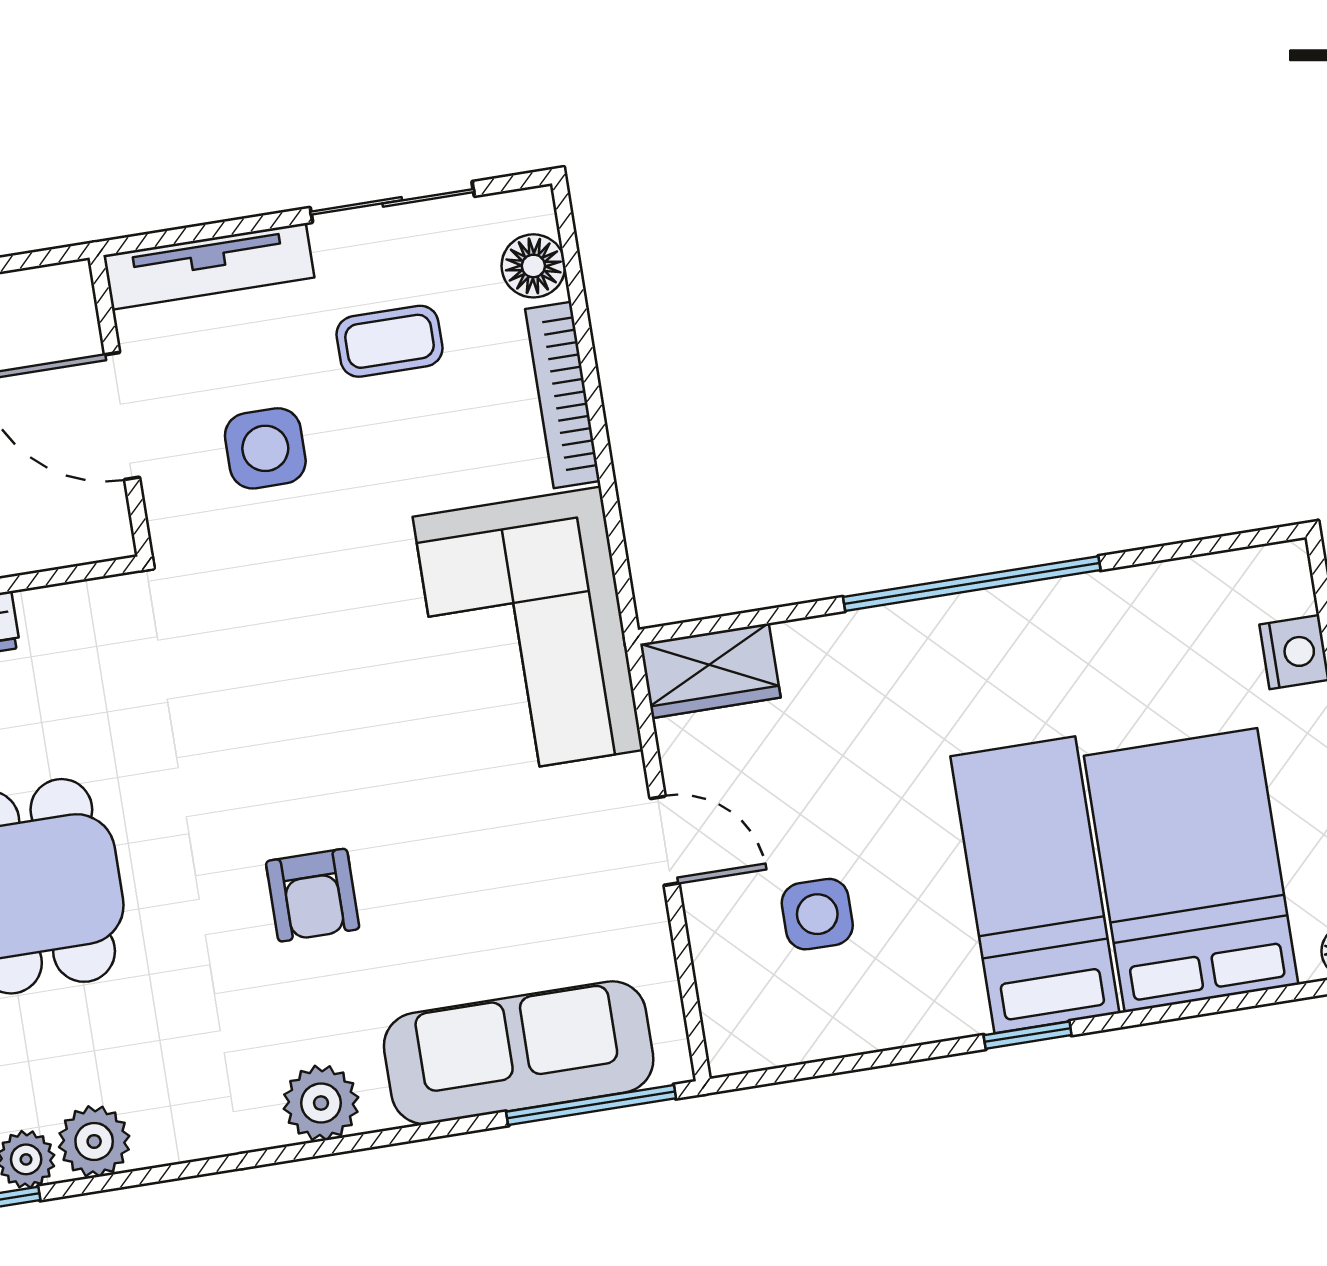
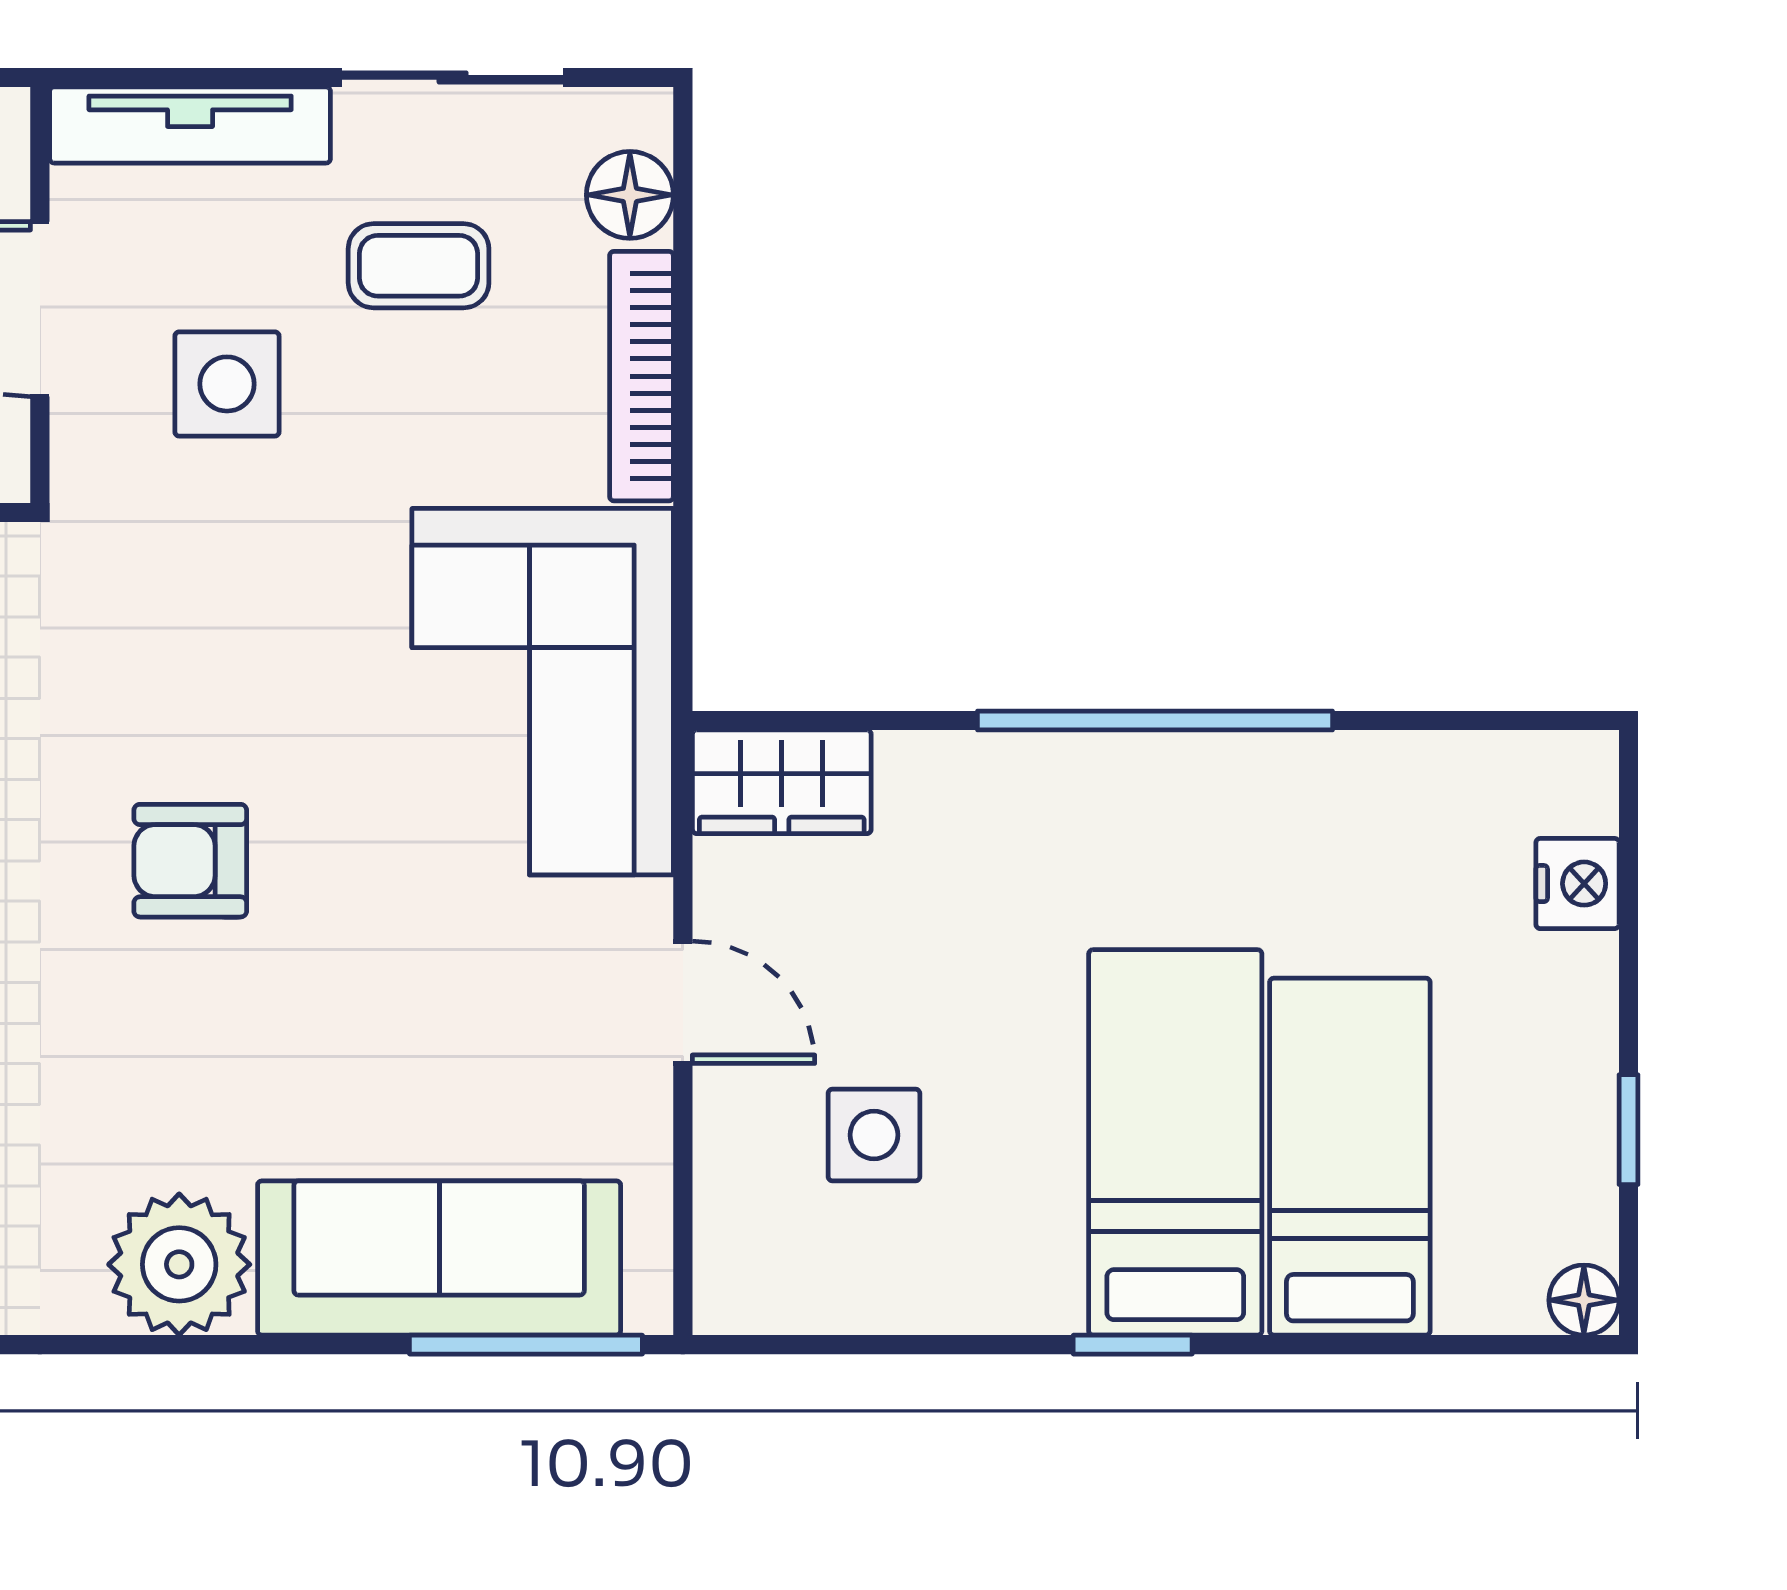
bed: (1191, 870) -> (1350, 1157), width x0.67
armchair: (313, 895) -> (190, 861), moved, turned 90
plant: (321, 1103) -> (179, 1264), width x1.36, depth x1.36

